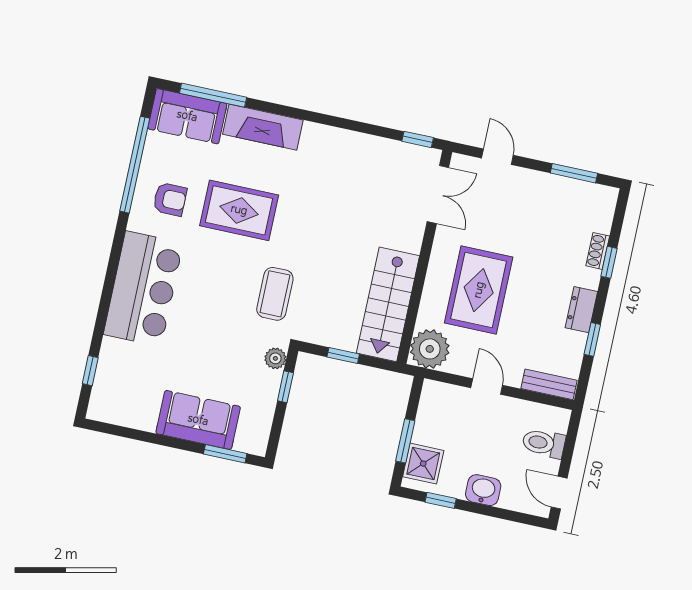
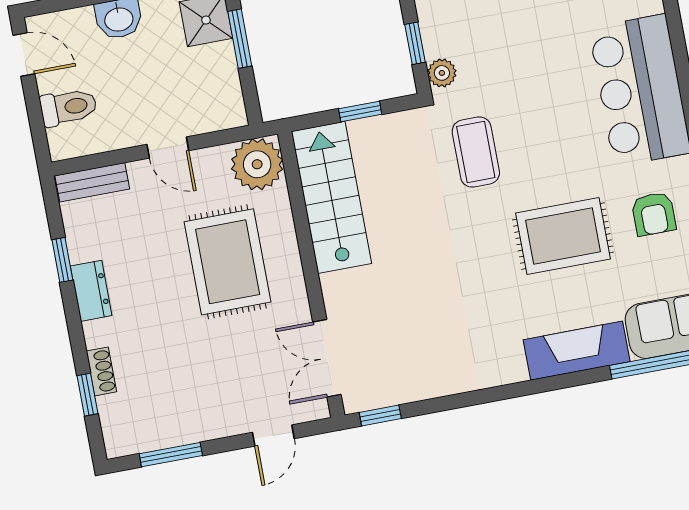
door: (497, 157) -> (273, 435), hinge flipped
armchair: (170, 199) -> (654, 214), turned -90
window: (609, 262) -> (88, 395), moved

